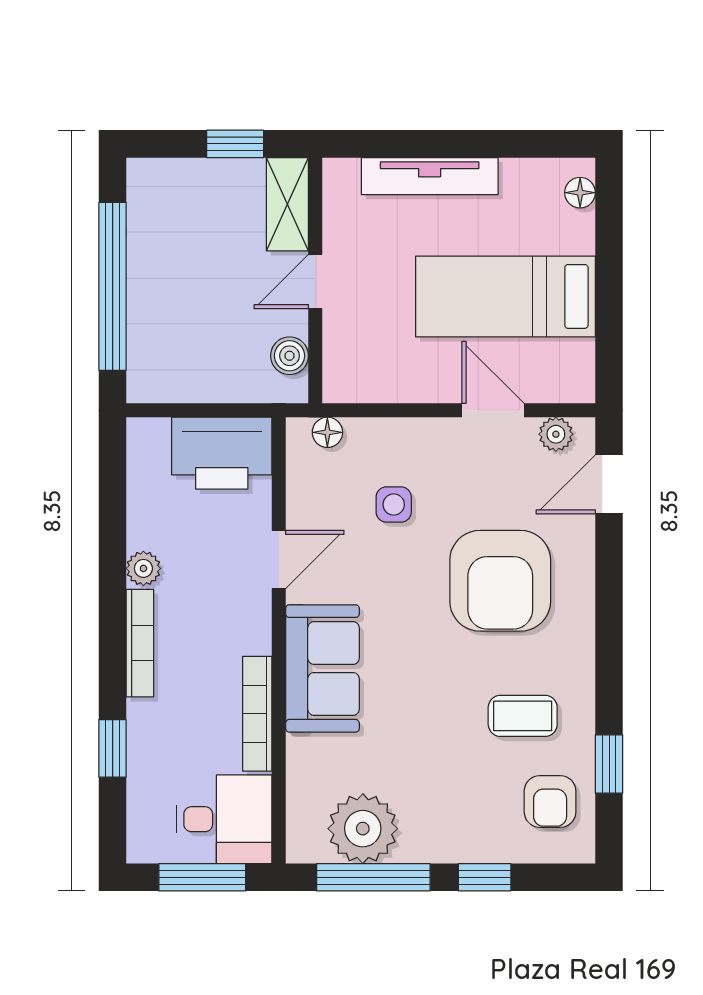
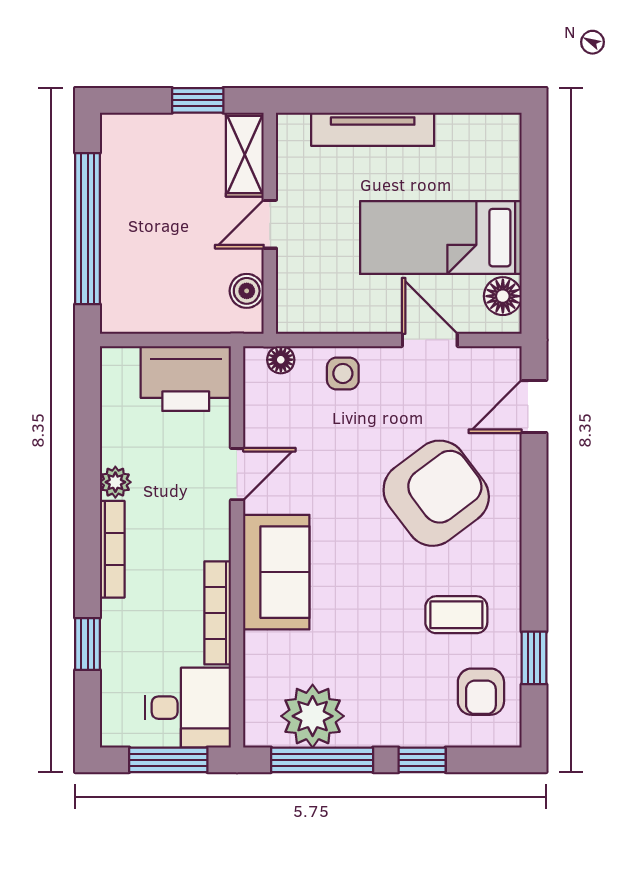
floor lamp: (580, 193) -> (503, 296), moved, width x1.37, depth x1.37
plant: (556, 434) -> (486, 361), removed
side table: (394, 505) -> (343, 373), moved
armchair: (500, 581) -> (436, 493), turned -127

